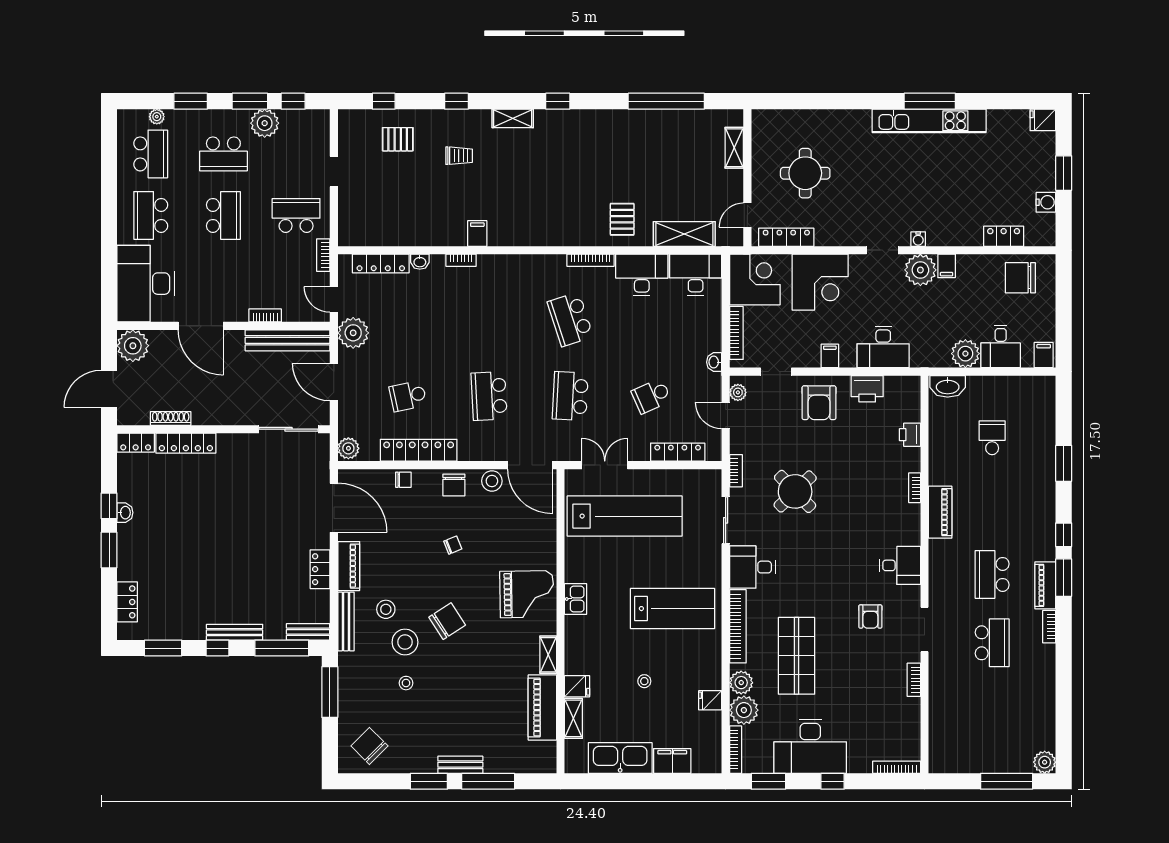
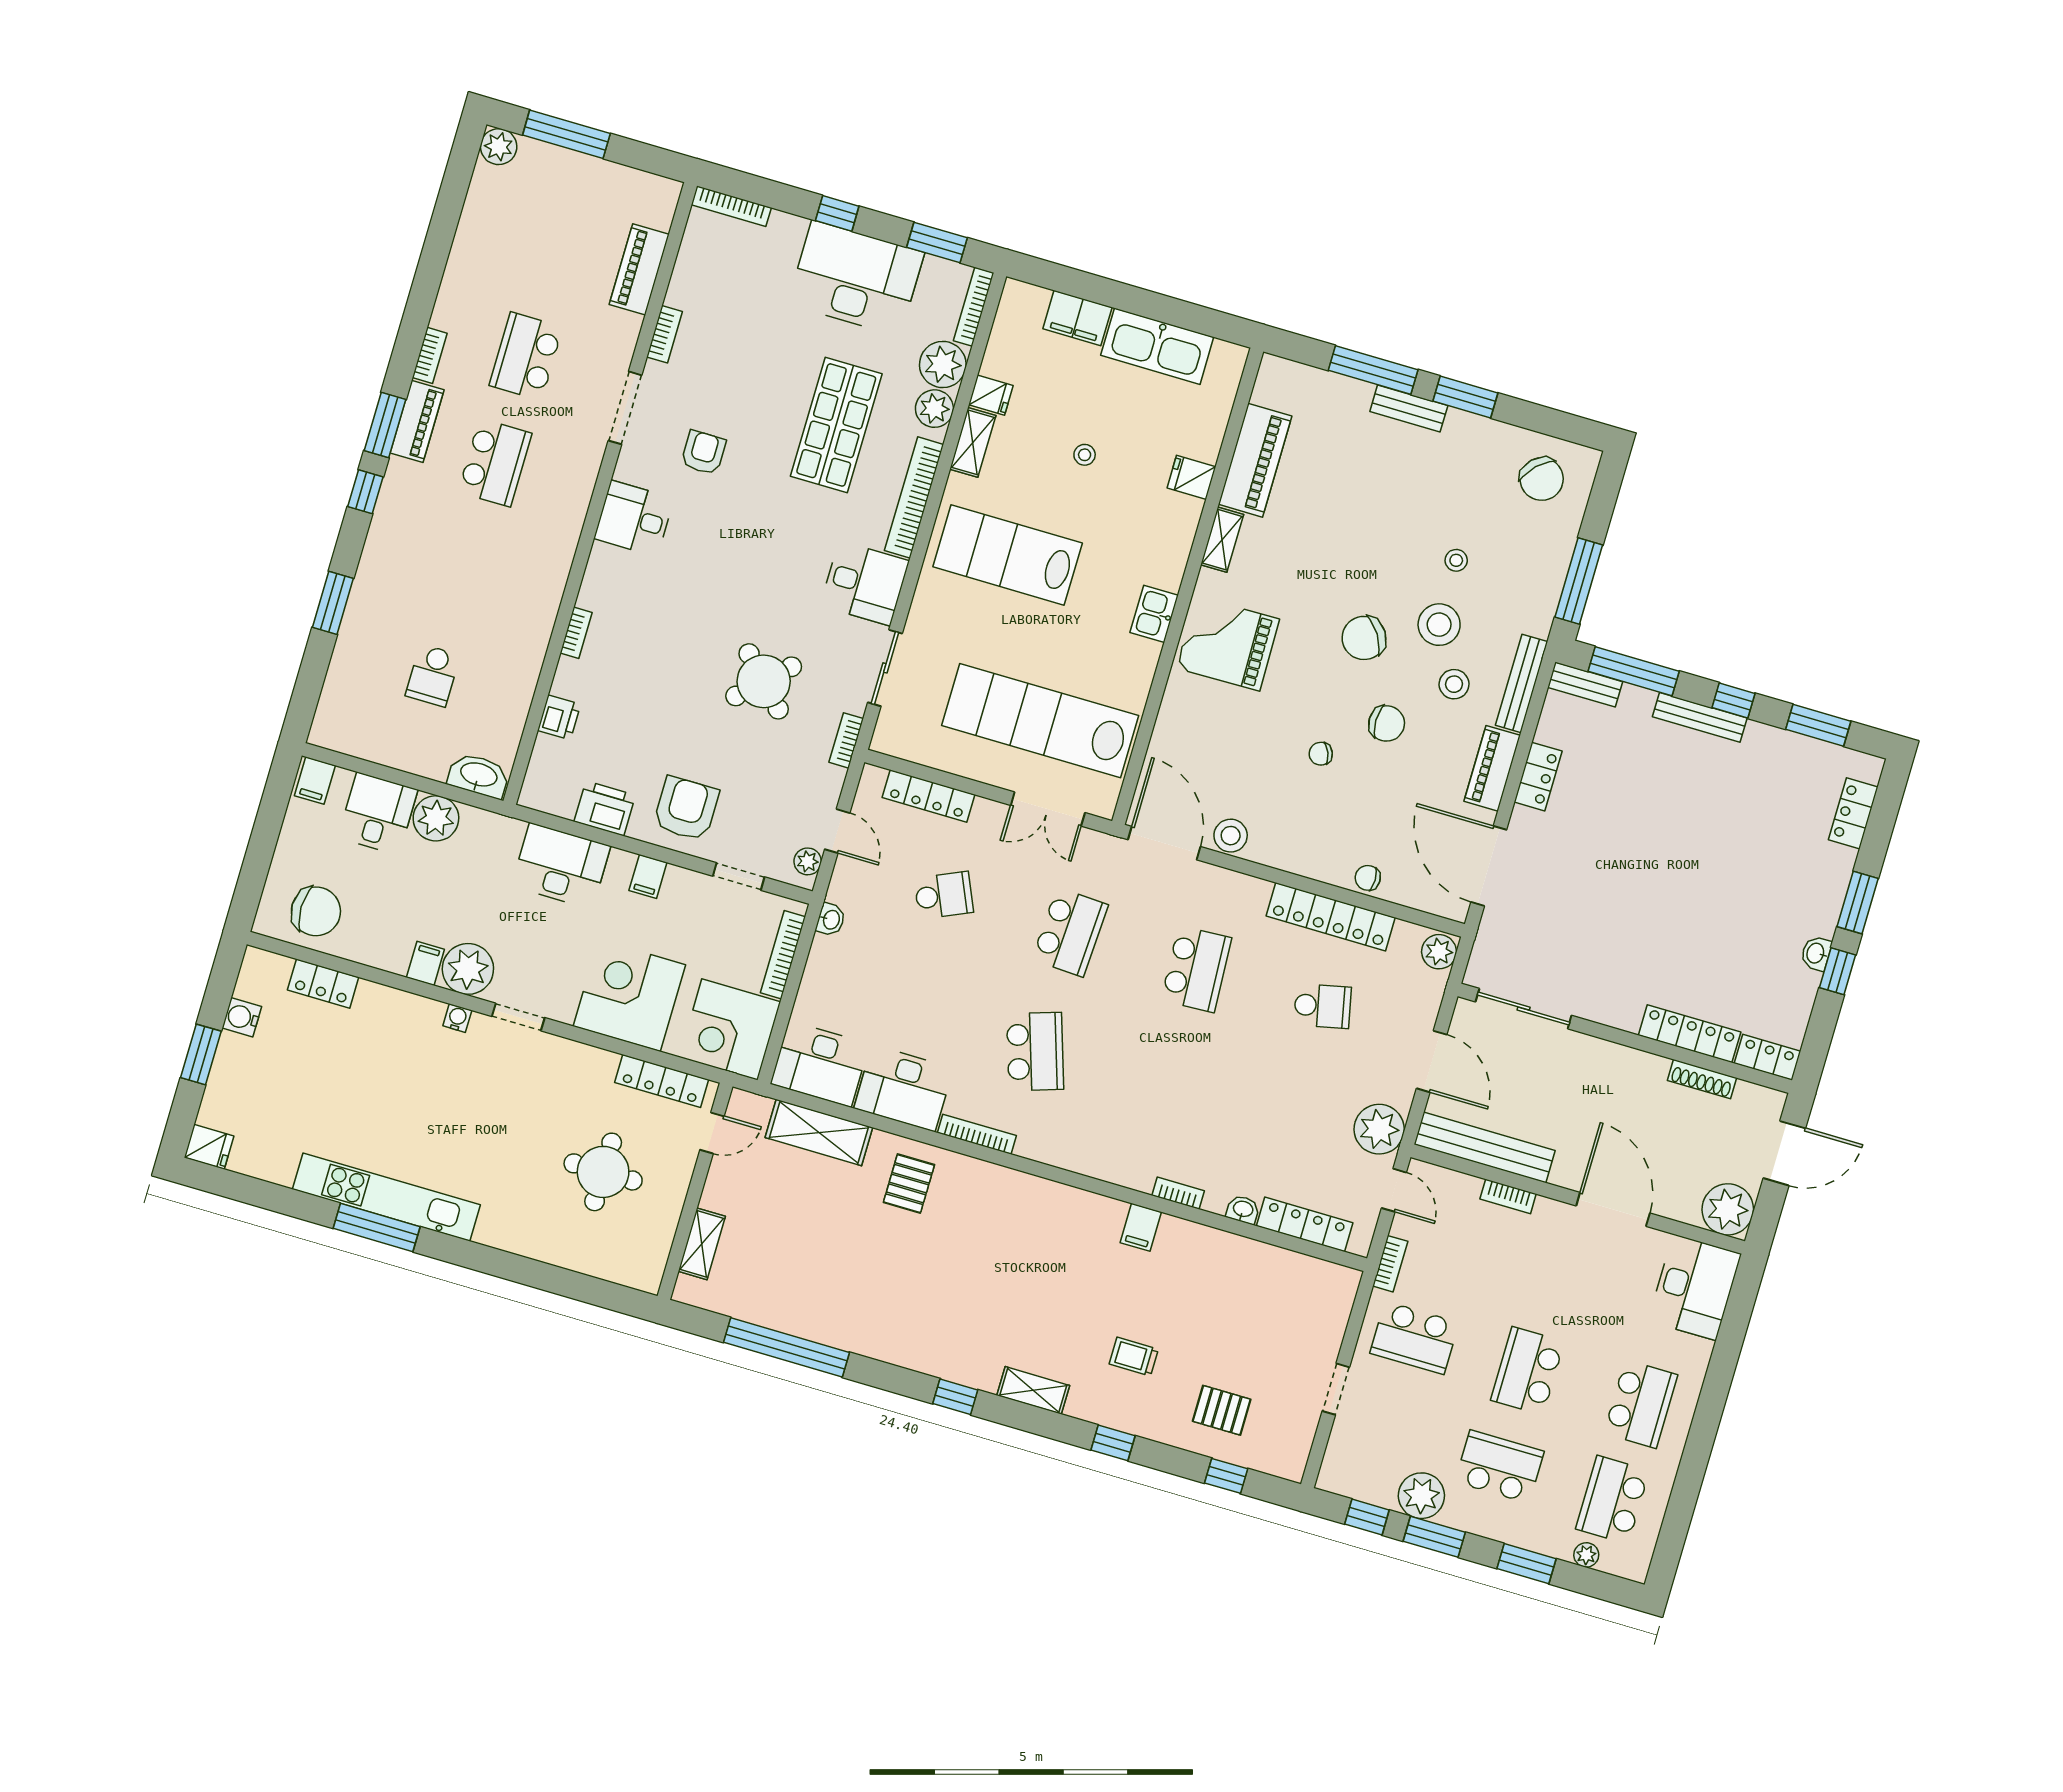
desk: (146, 284) -> (1694, 1287), width x0.73, depth x0.77
chair: (454, 485) -> (1387, 723), moved, turned 90
piano: (940, 512) -> (639, 269), moved
shelving: (573, 718) -> (973, 442), moved

